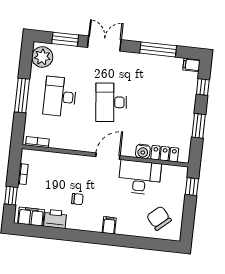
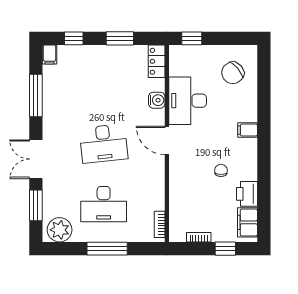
locker: (165, 154) -> (157, 61), moved

